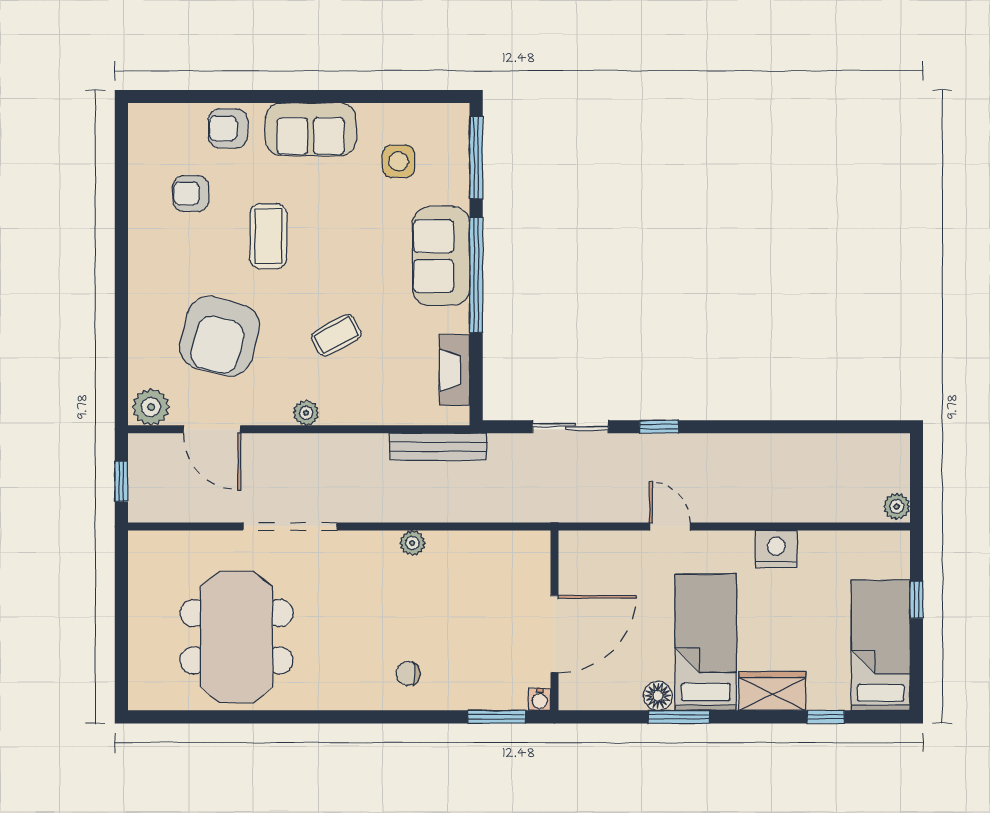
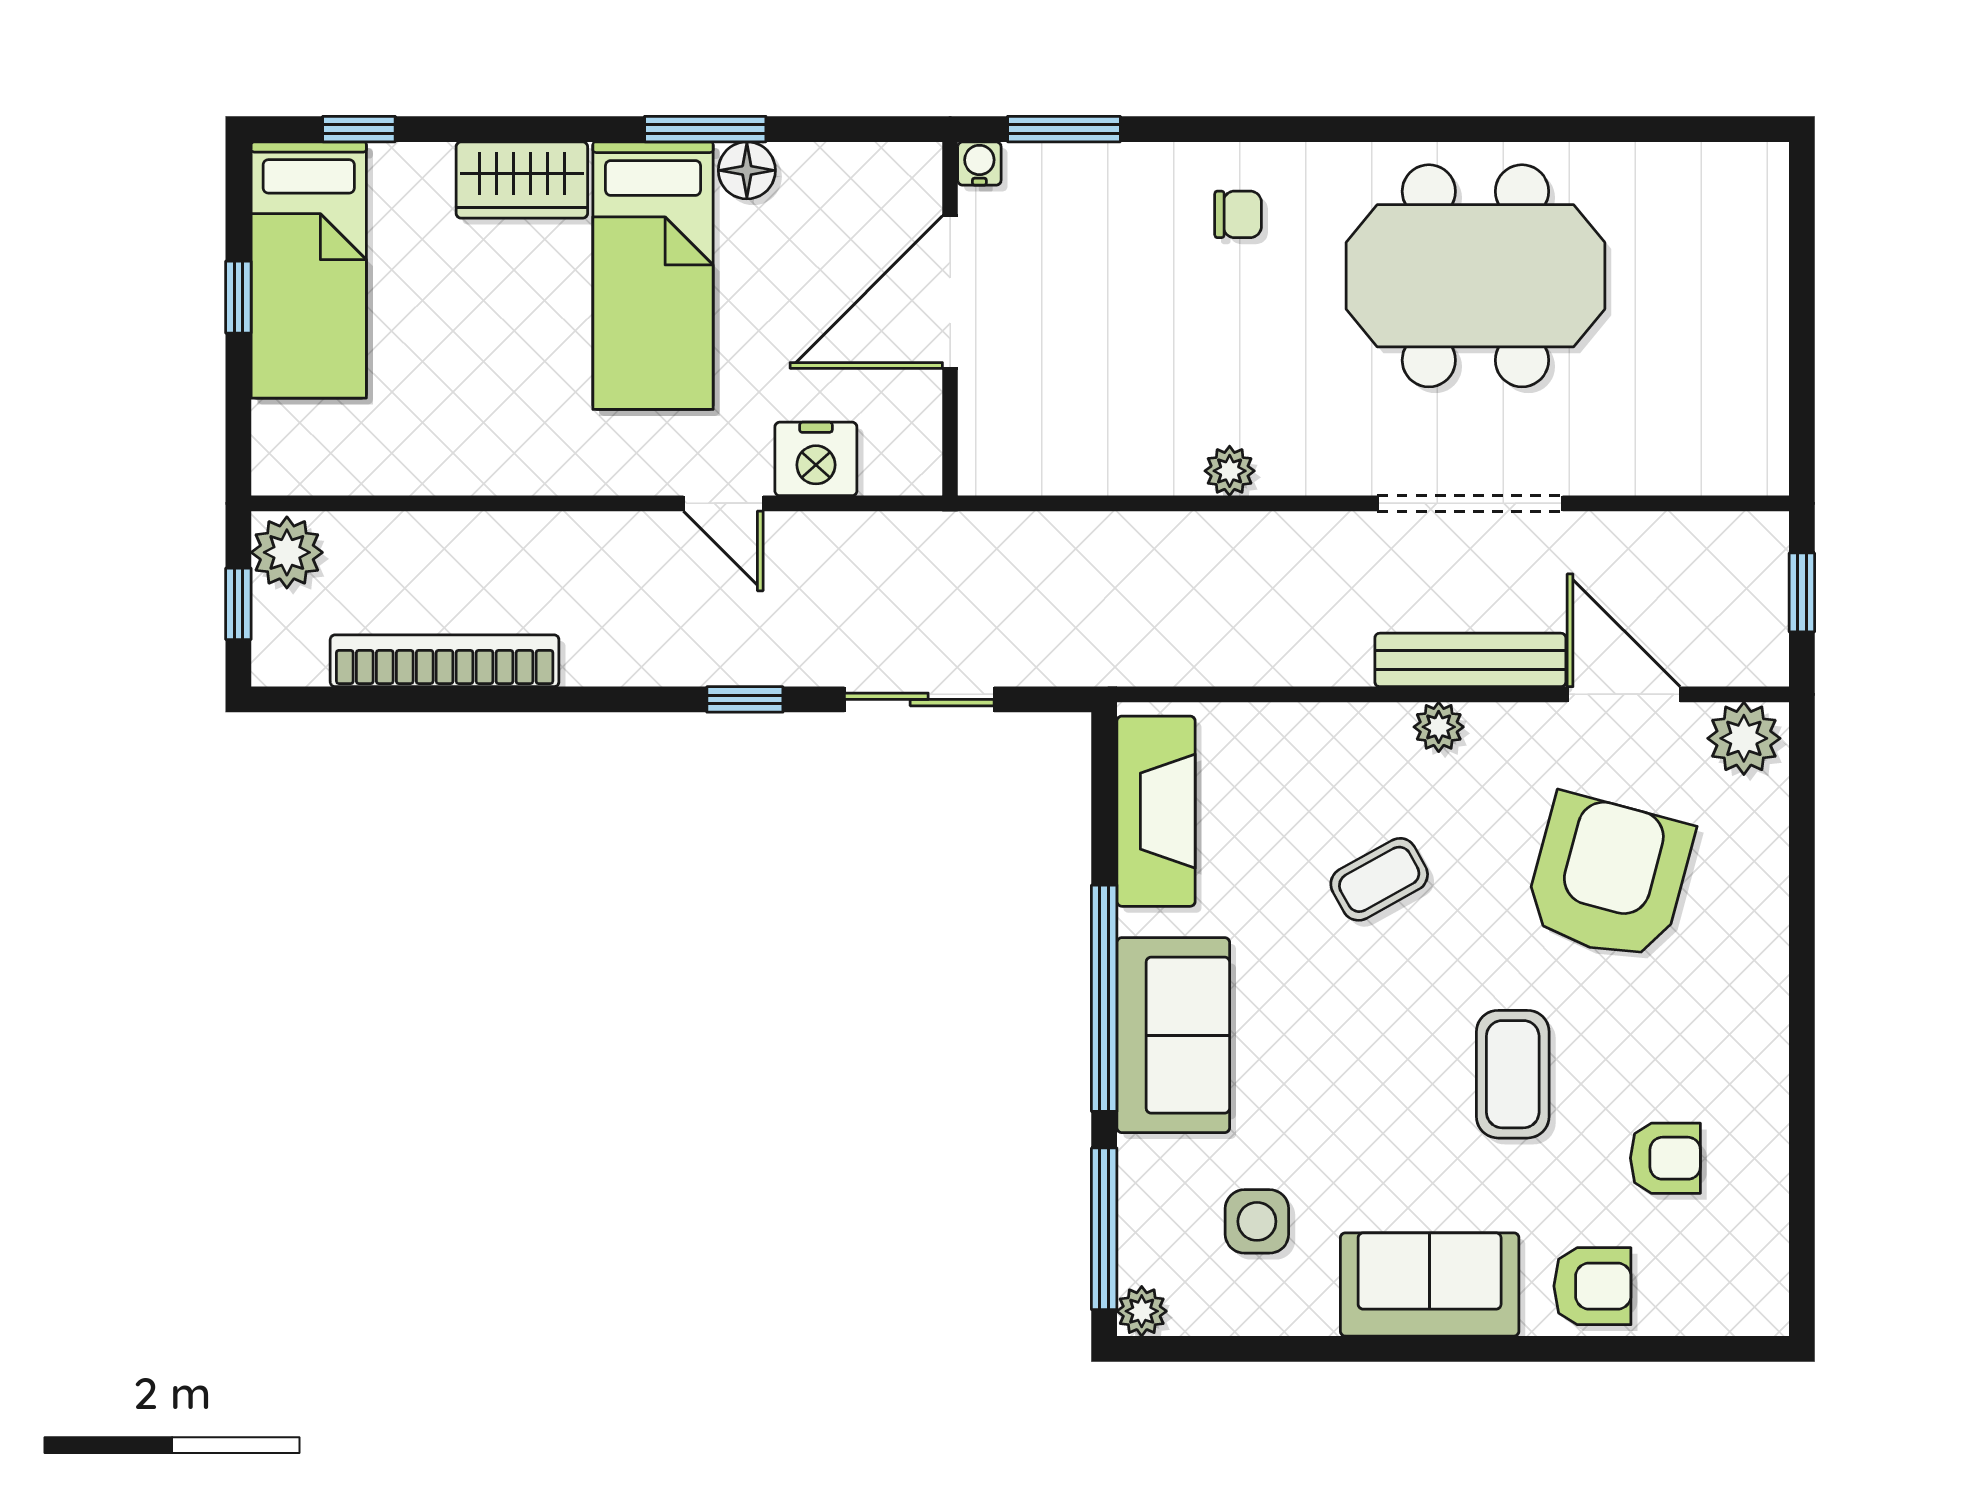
plant: (457, 116) -> (1142, 1311), added
fireplace: (455, 370) -> (1156, 811), width x1.37, depth x1.32
bookcase: (812, 446) -> (445, 661), added
bench: (438, 447) -> (1470, 660), moved
window: (916, 475) -> (238, 604), added
plant: (897, 506) -> (287, 552), width x1.38, depth x1.38
nightstand: (776, 549) -> (816, 459), moved
window: (916, 600) -> (238, 297), moved
meeting table: (237, 637) -> (1475, 276), moved, turned 90
window: (826, 717) -> (359, 129), moved

